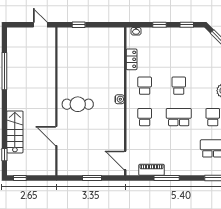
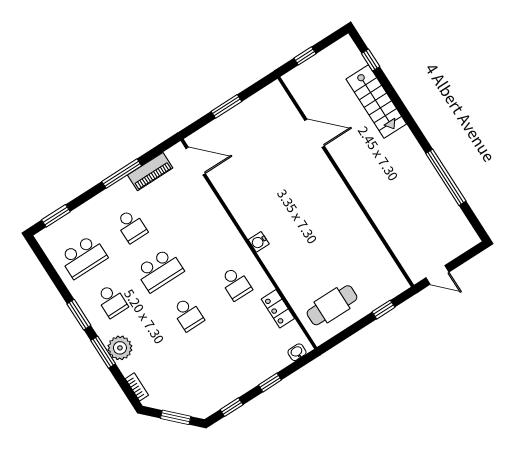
cafe table: (78, 104) -> (332, 305), moved
school desk: (145, 117) -> (131, 226), moved
window: (20, 178) -> (305, 56), moved

